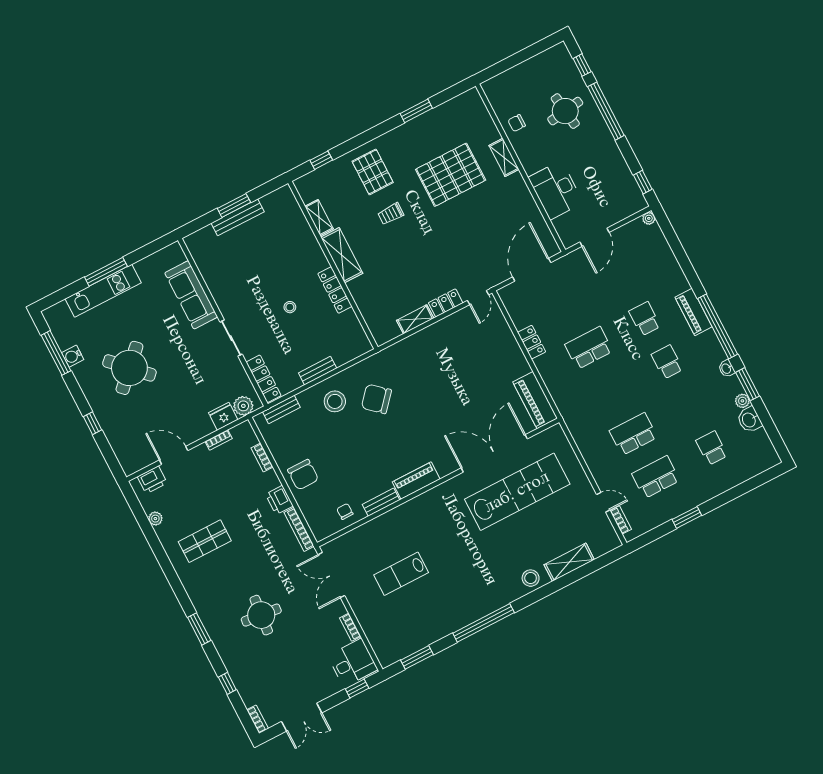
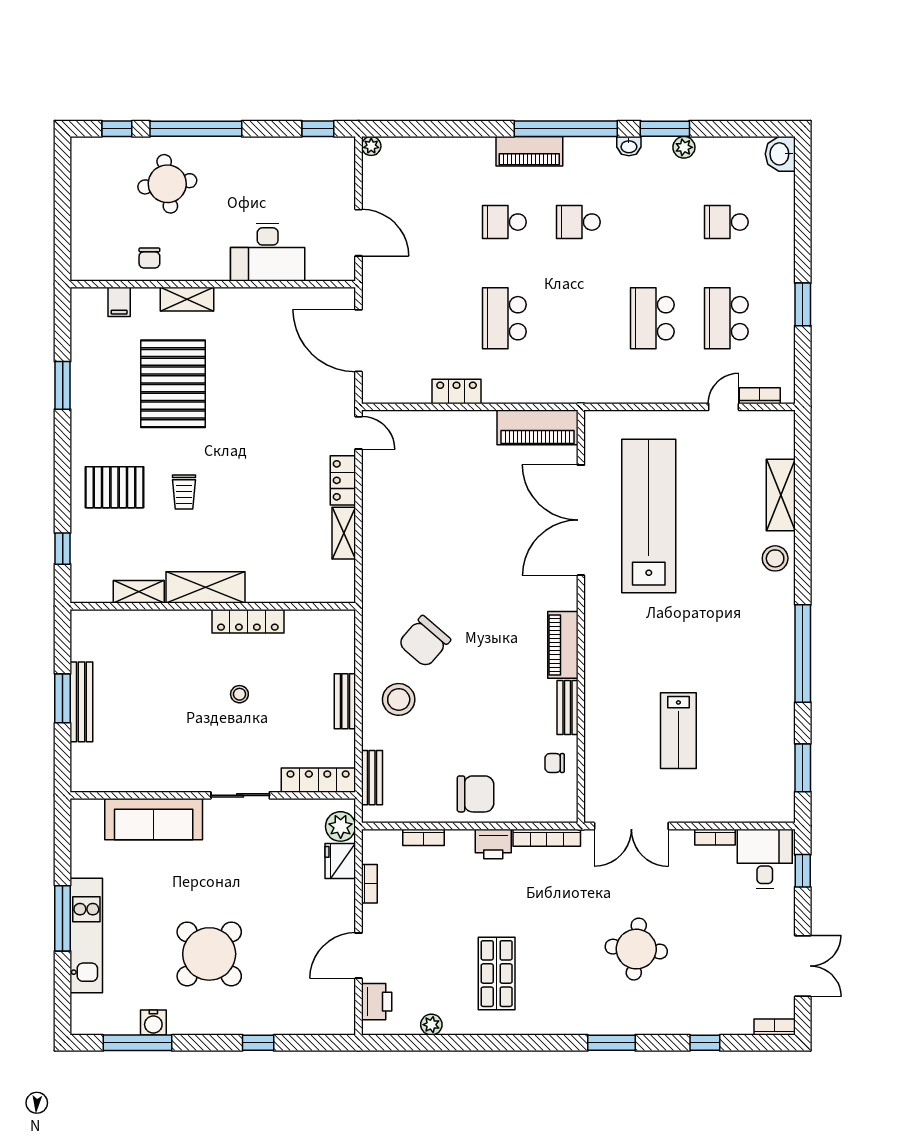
filing cabinet: (482, 119) -> (119, 302), added
washbasin: (749, 420) -> (780, 154), moved, turned 90

